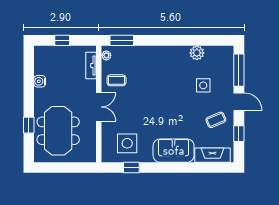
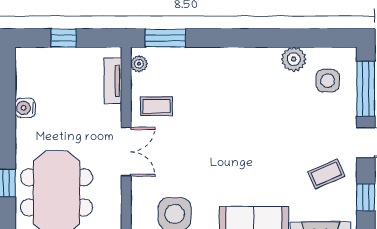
side table: (203, 85) -> (328, 81), moved

